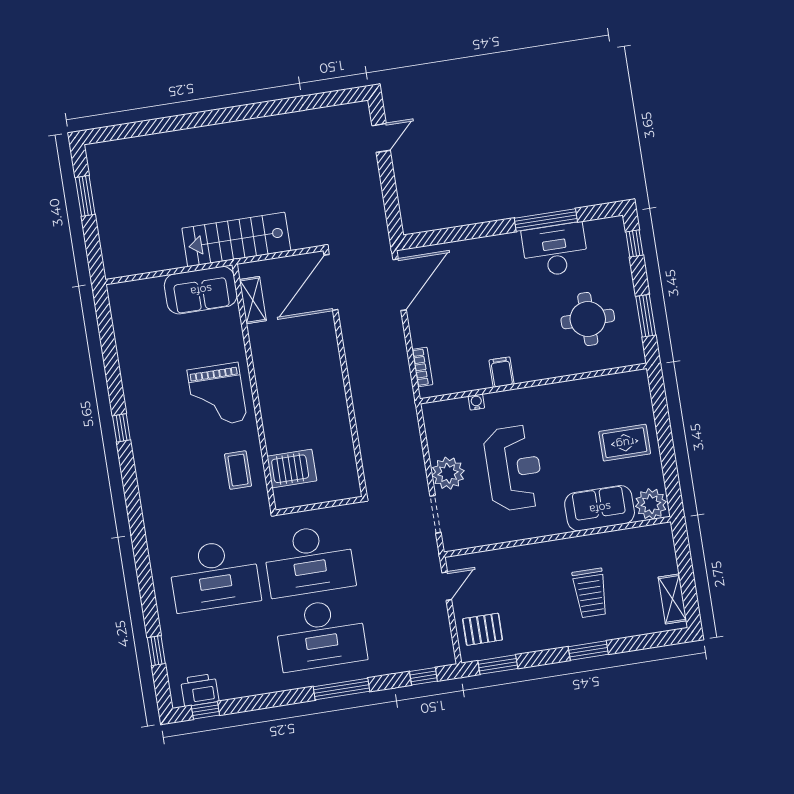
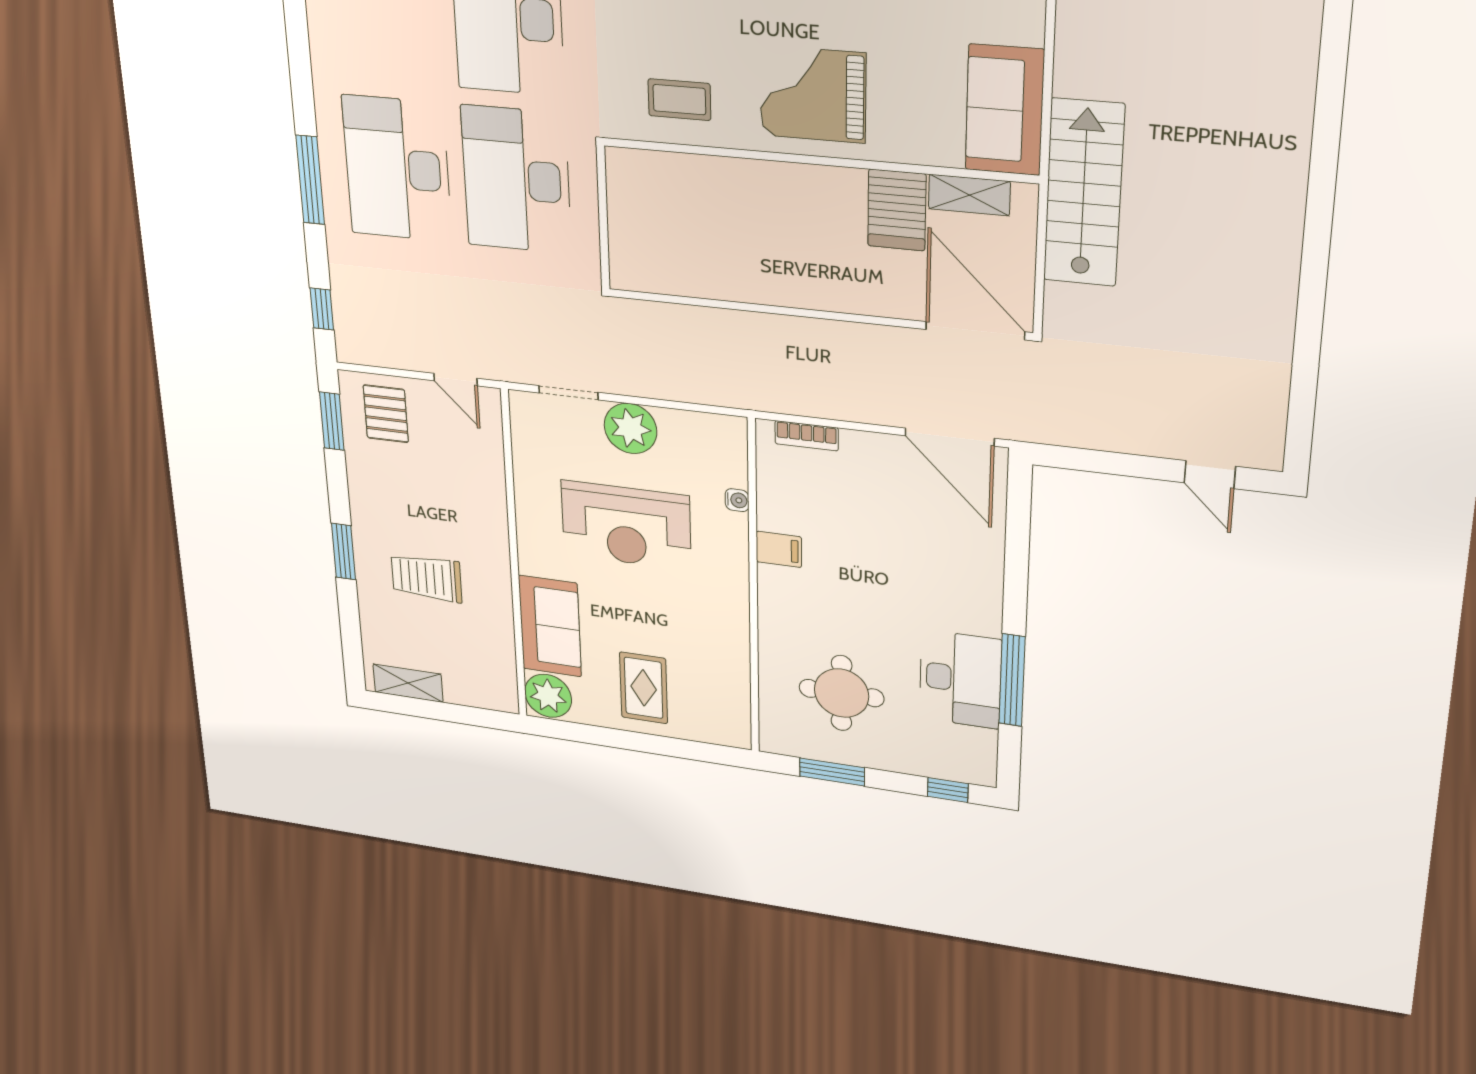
server rack: (292, 468) -> (897, 210), moved

